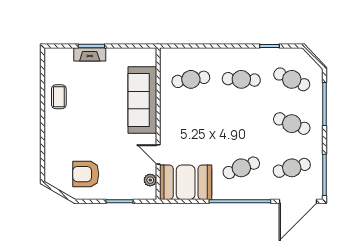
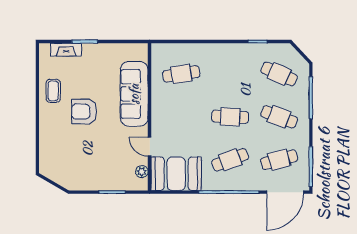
fireplace: (90, 54) -> (66, 50), moved
cafe table: (241, 79) -> (230, 117), moved
armchair: (86, 174) -> (84, 112), moved

